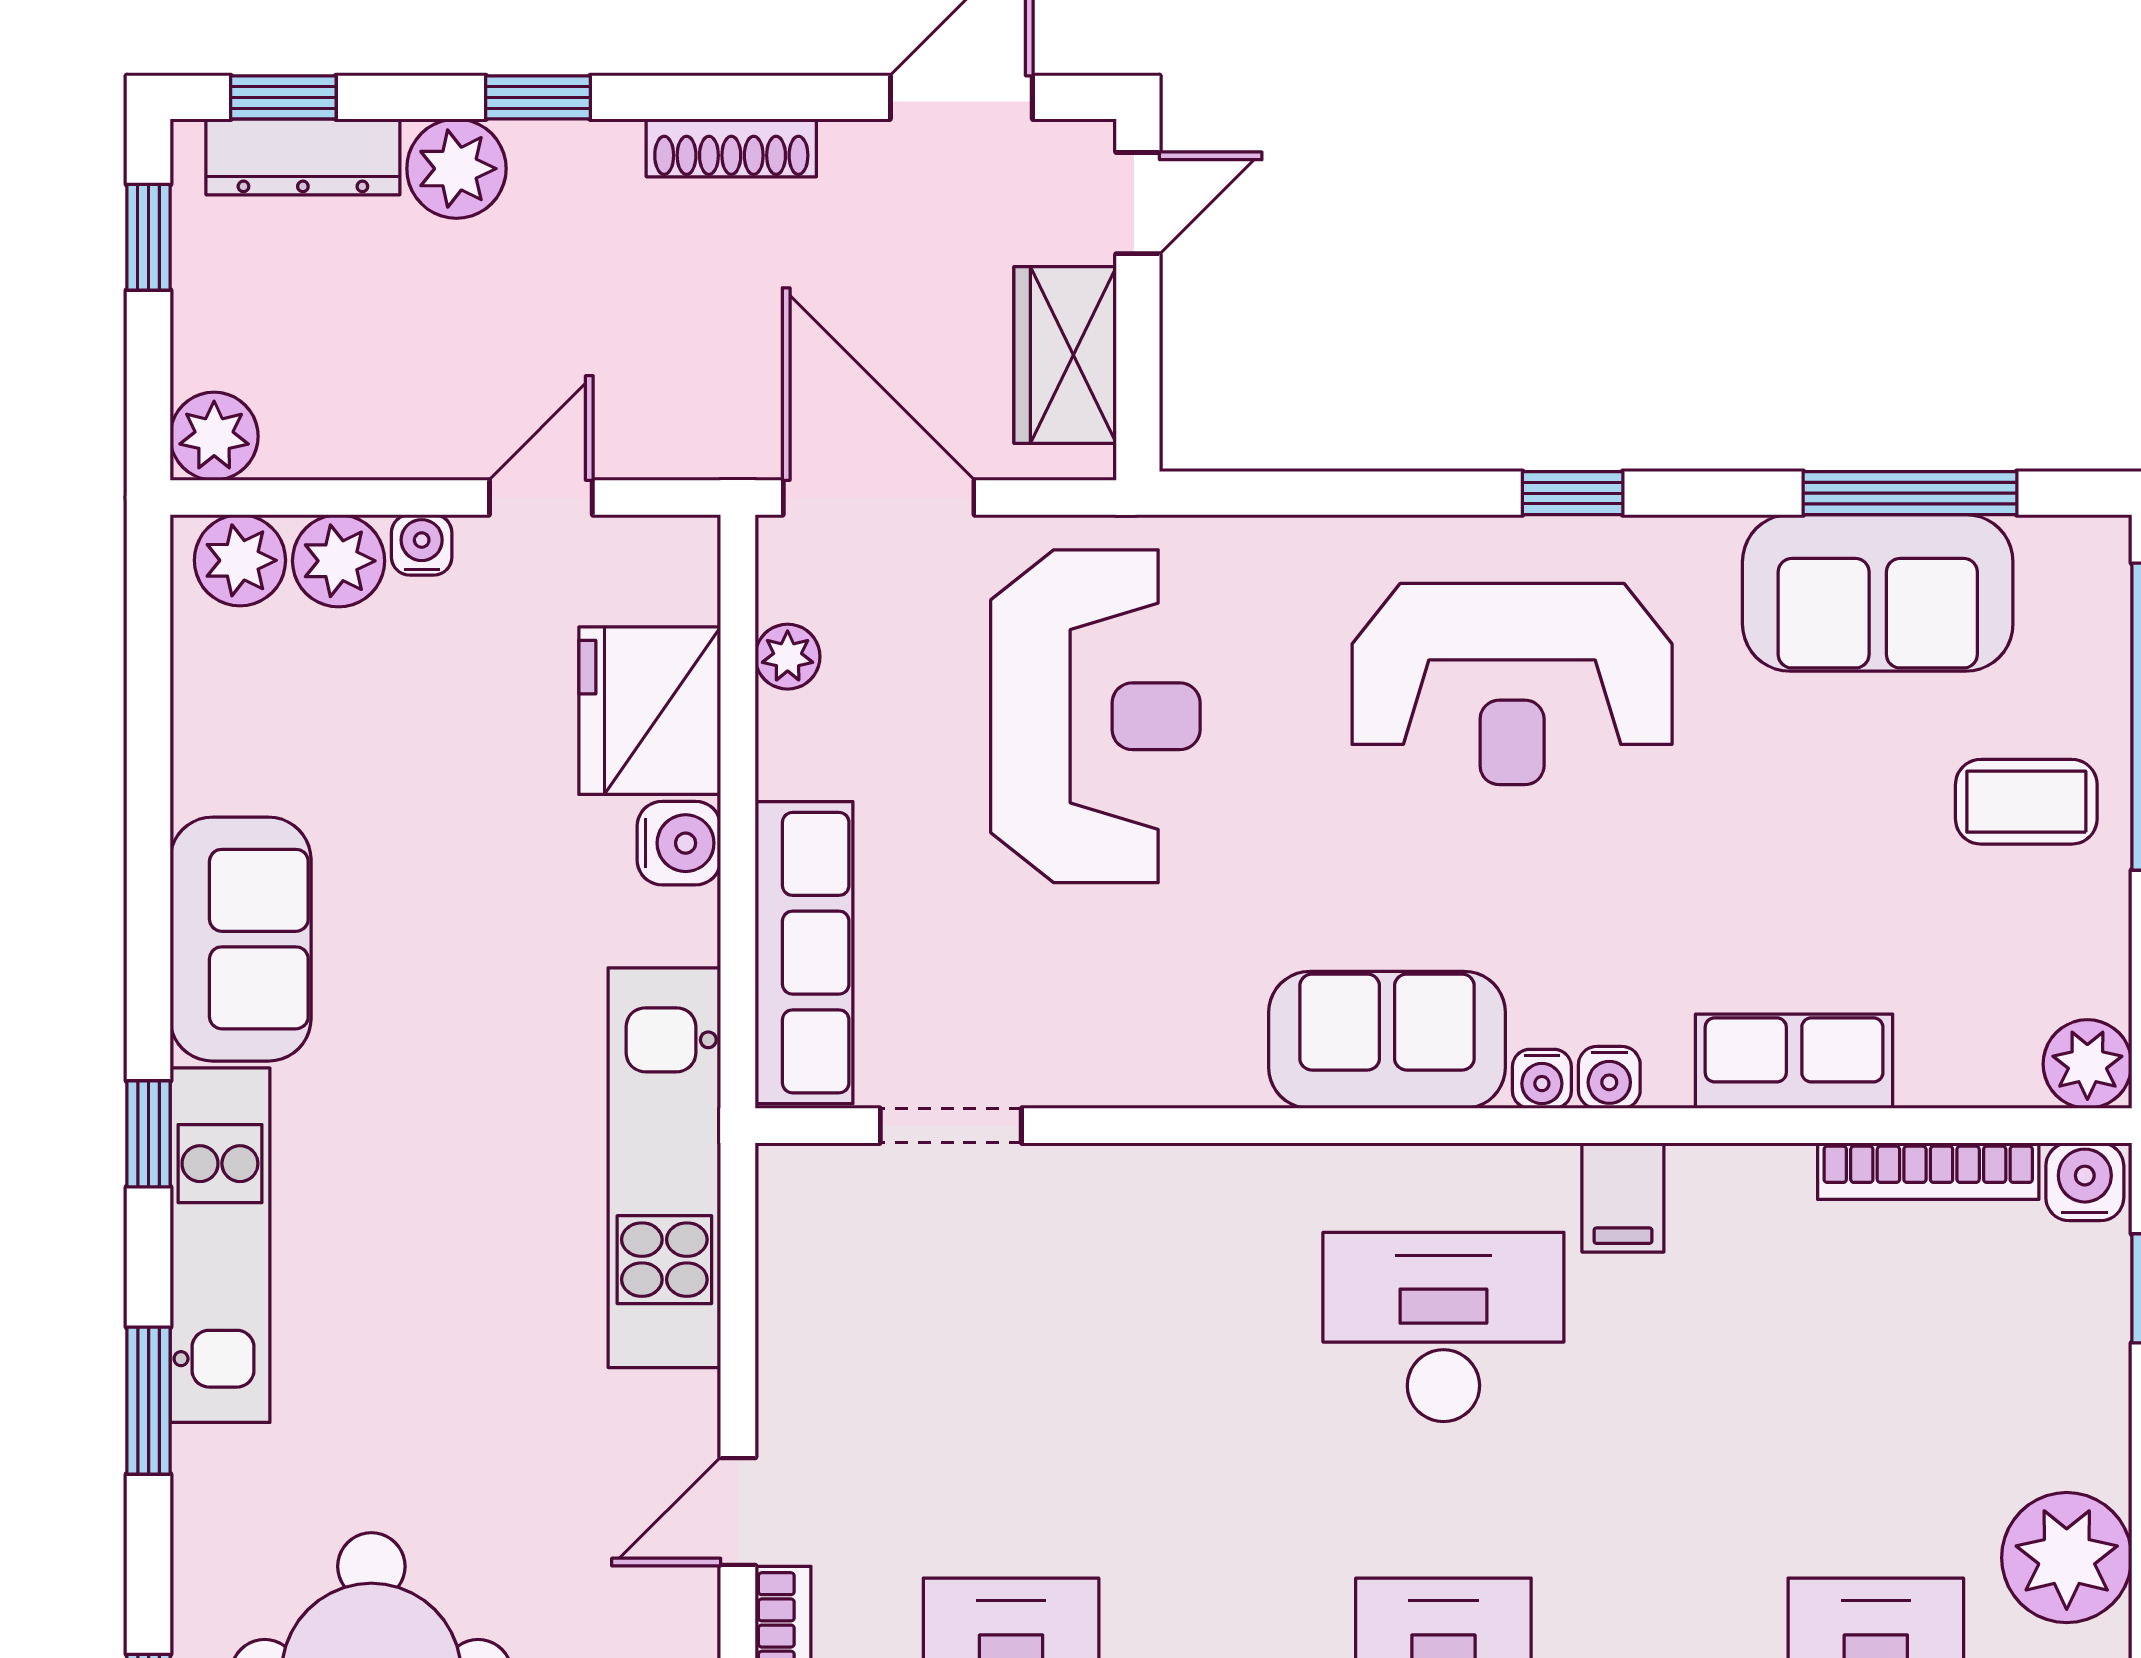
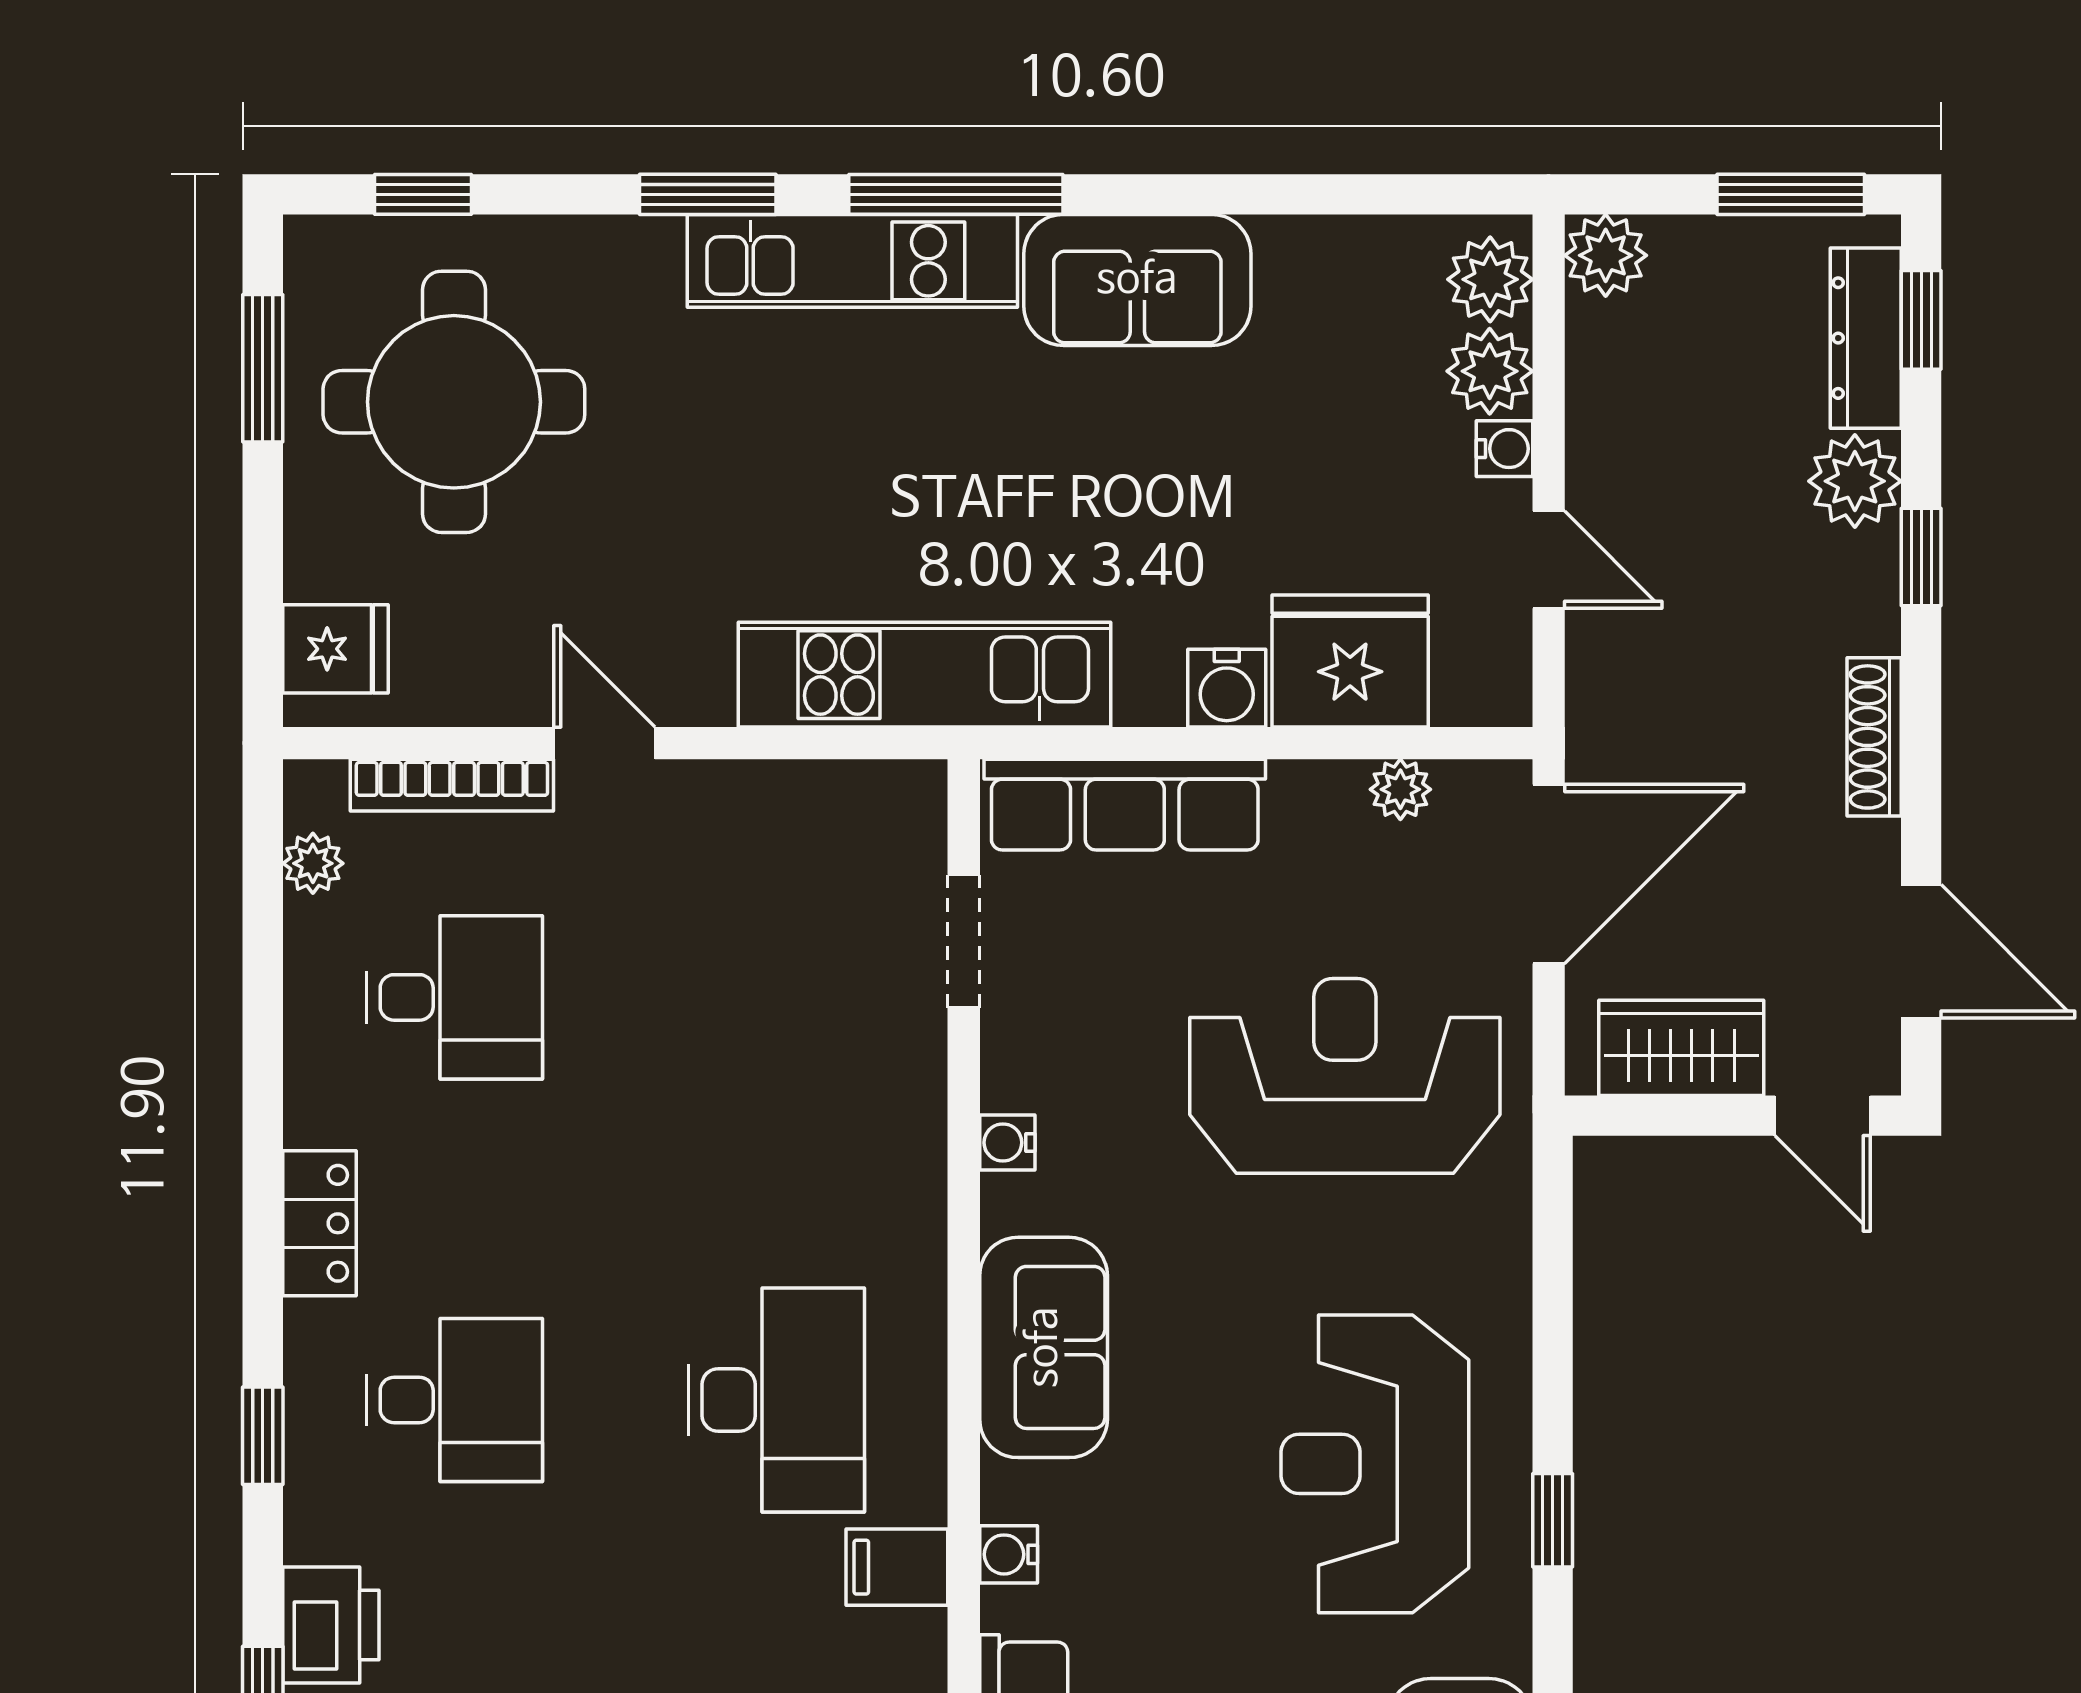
window: (149, 237) -> (1791, 194), width x1.50
reception desk: (1095, 716) -> (1345, 1076), turned 180
water cooler: (1542, 1079) -> (1007, 1143), moved
window: (149, 1134) -> (956, 194), width x2.17

